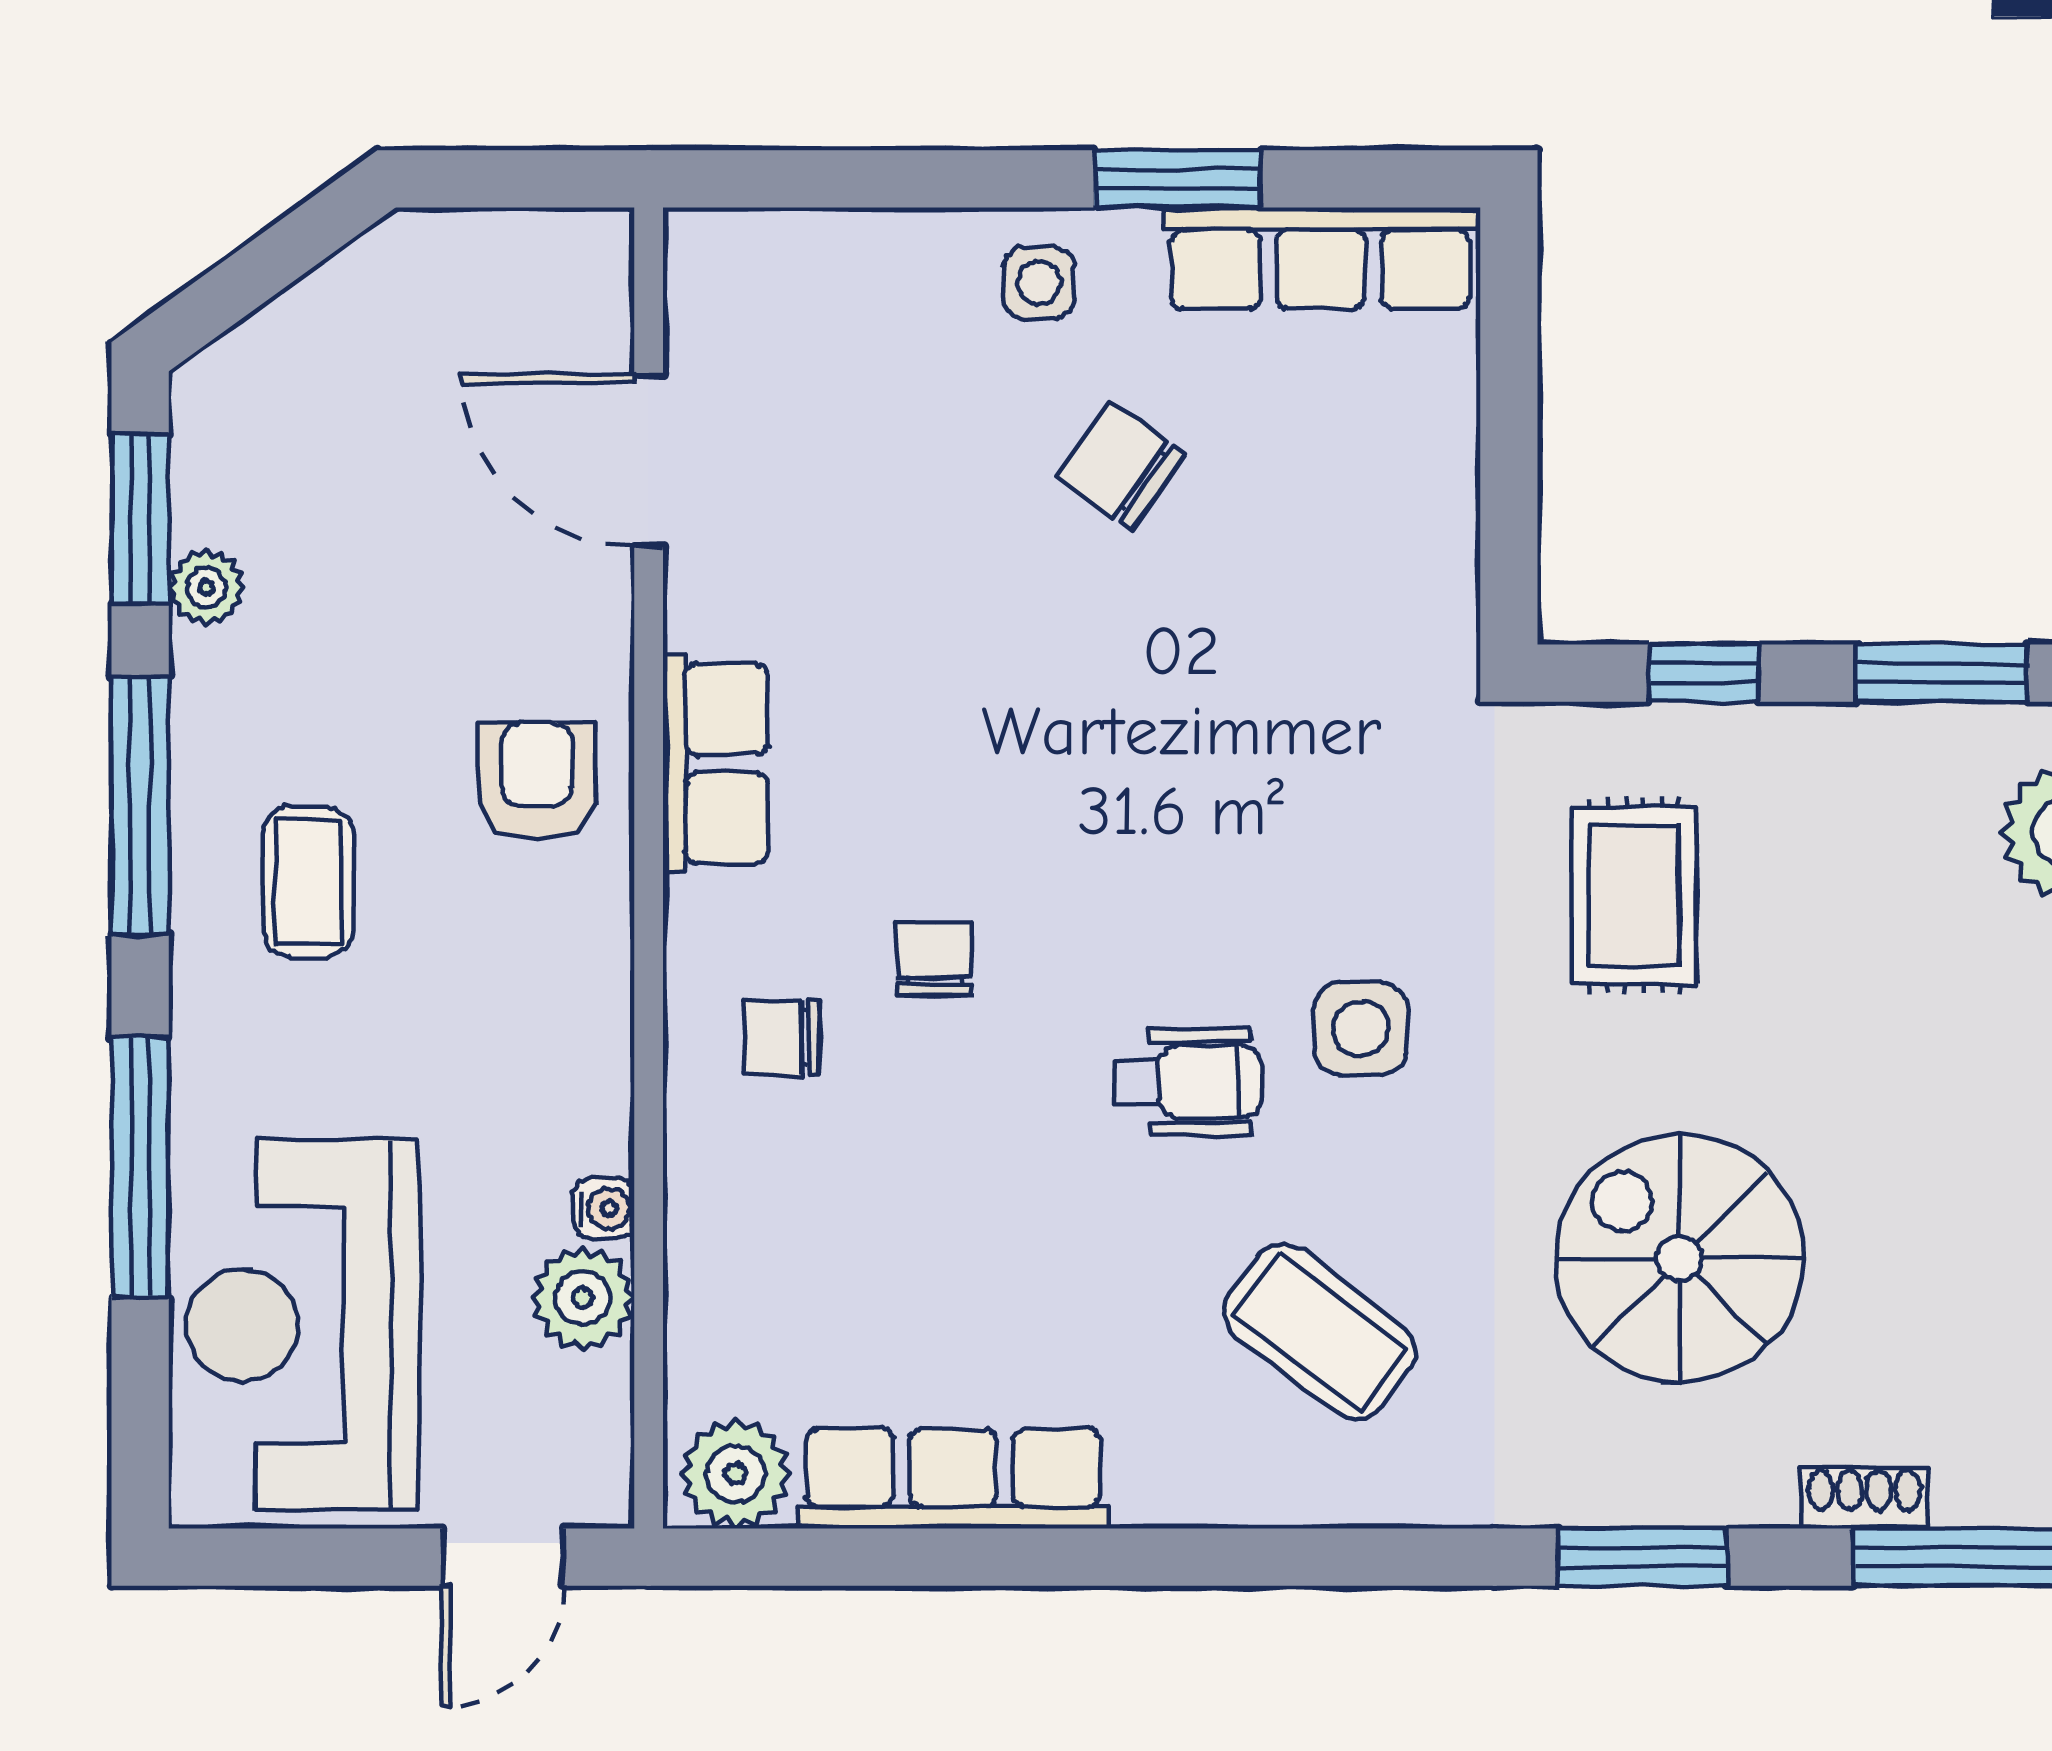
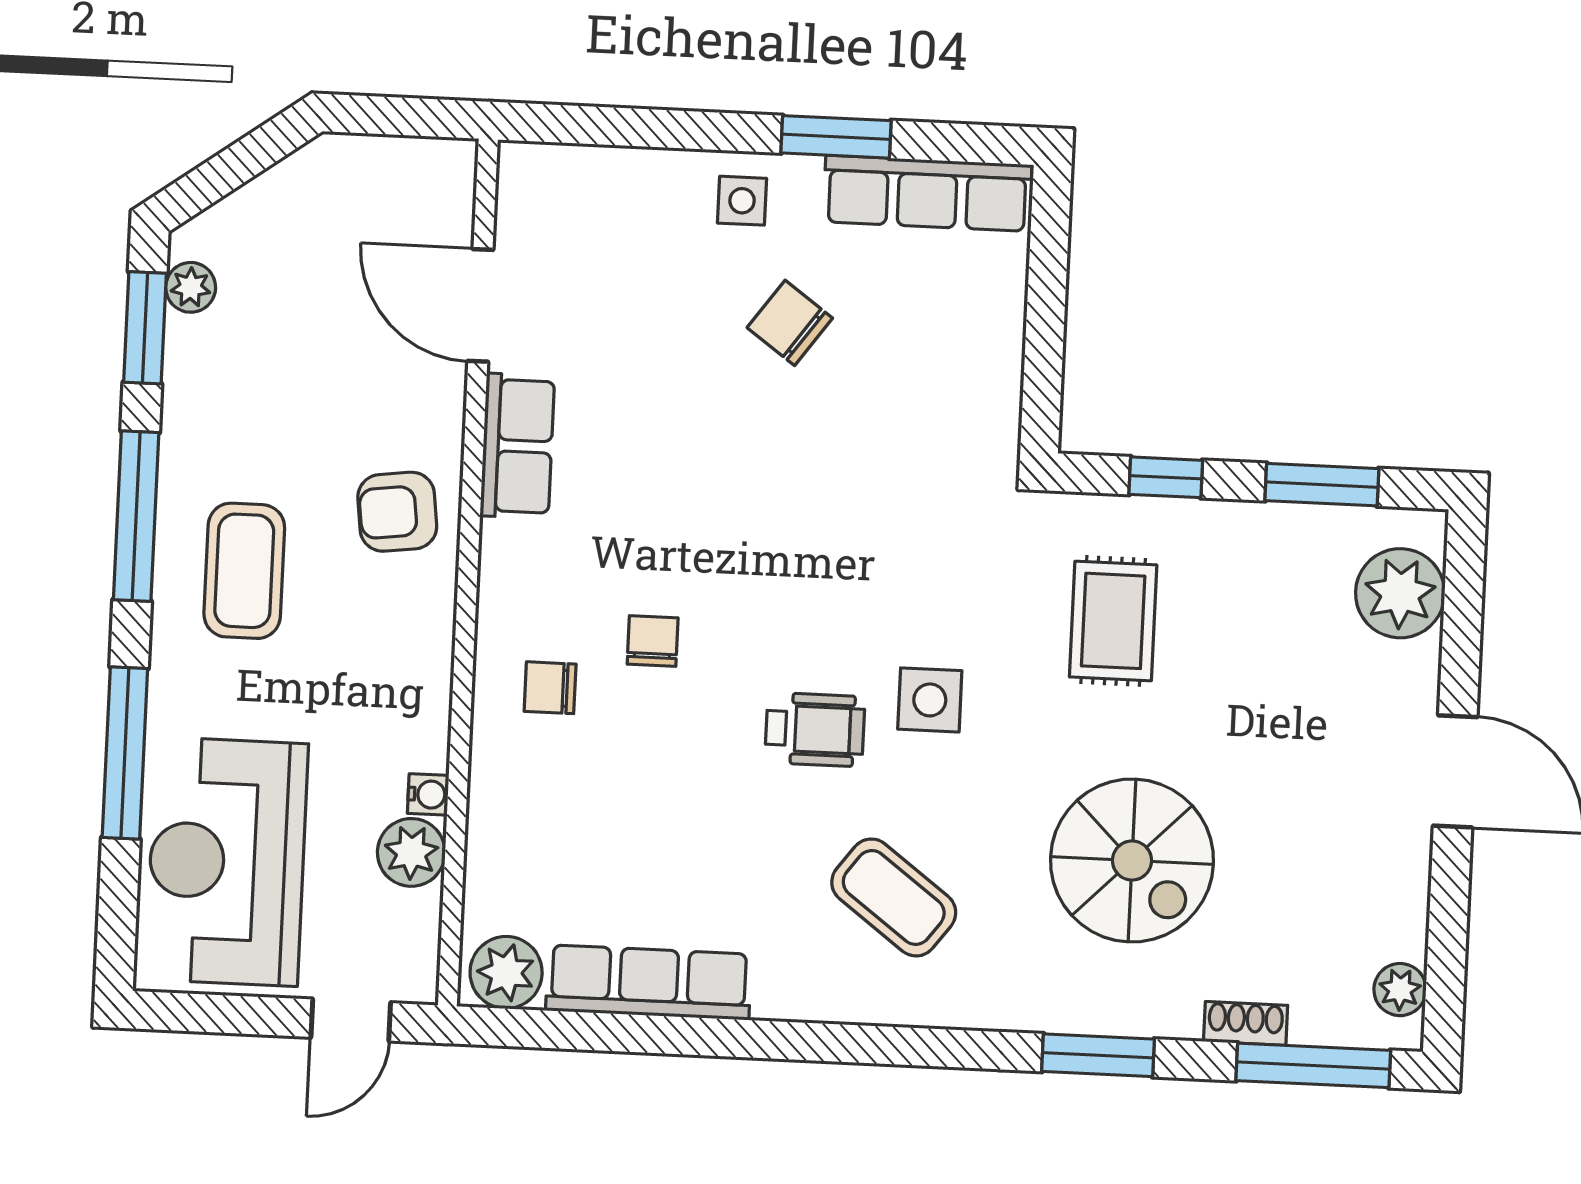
plant: (207, 587) -> (191, 287), moved
row of seats: (715, 763) -> (517, 446), moved
armchair: (537, 781) -> (397, 512), turned -97
coffee table: (308, 882) -> (244, 571), width x1.36, depth x1.30
spiral stairs: (1680, 1259) -> (1132, 861), turned 180

